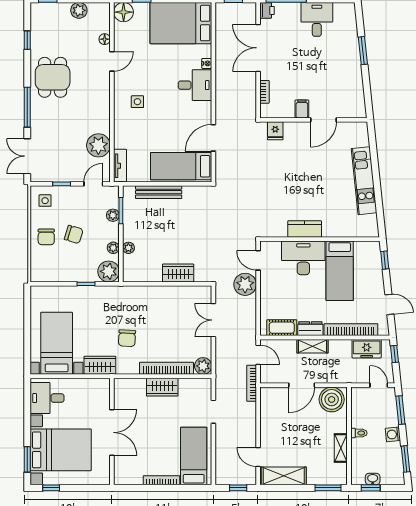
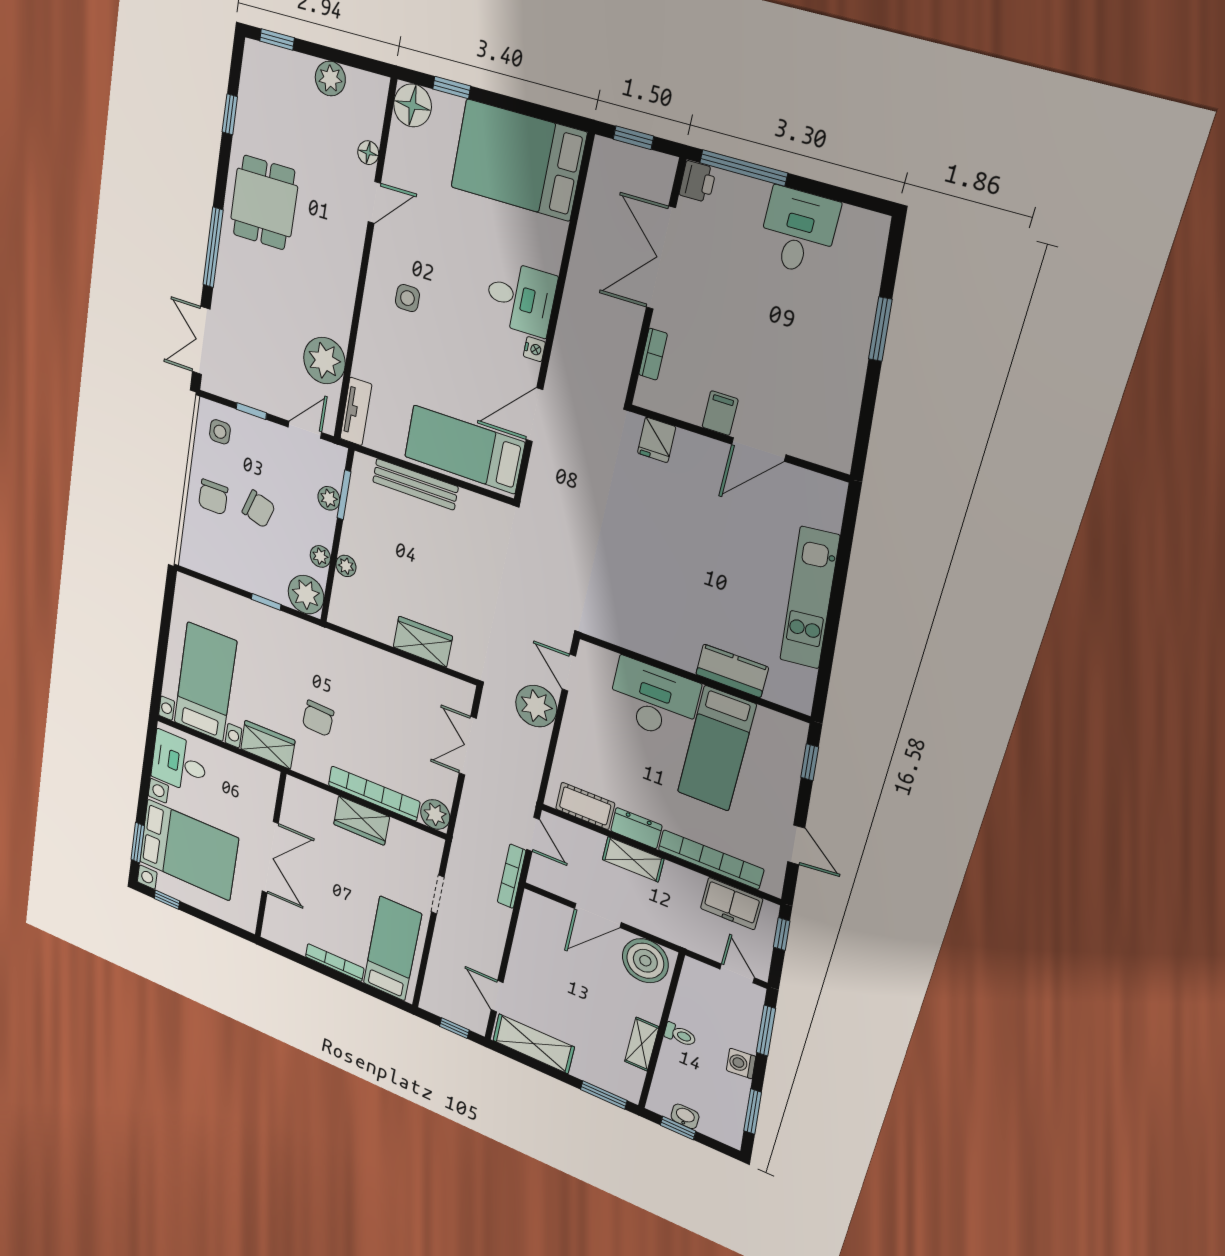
nightstand: (207, 63) -> (534, 349), moved
kitchen counter: (305, 229) -> (732, 671), moved

